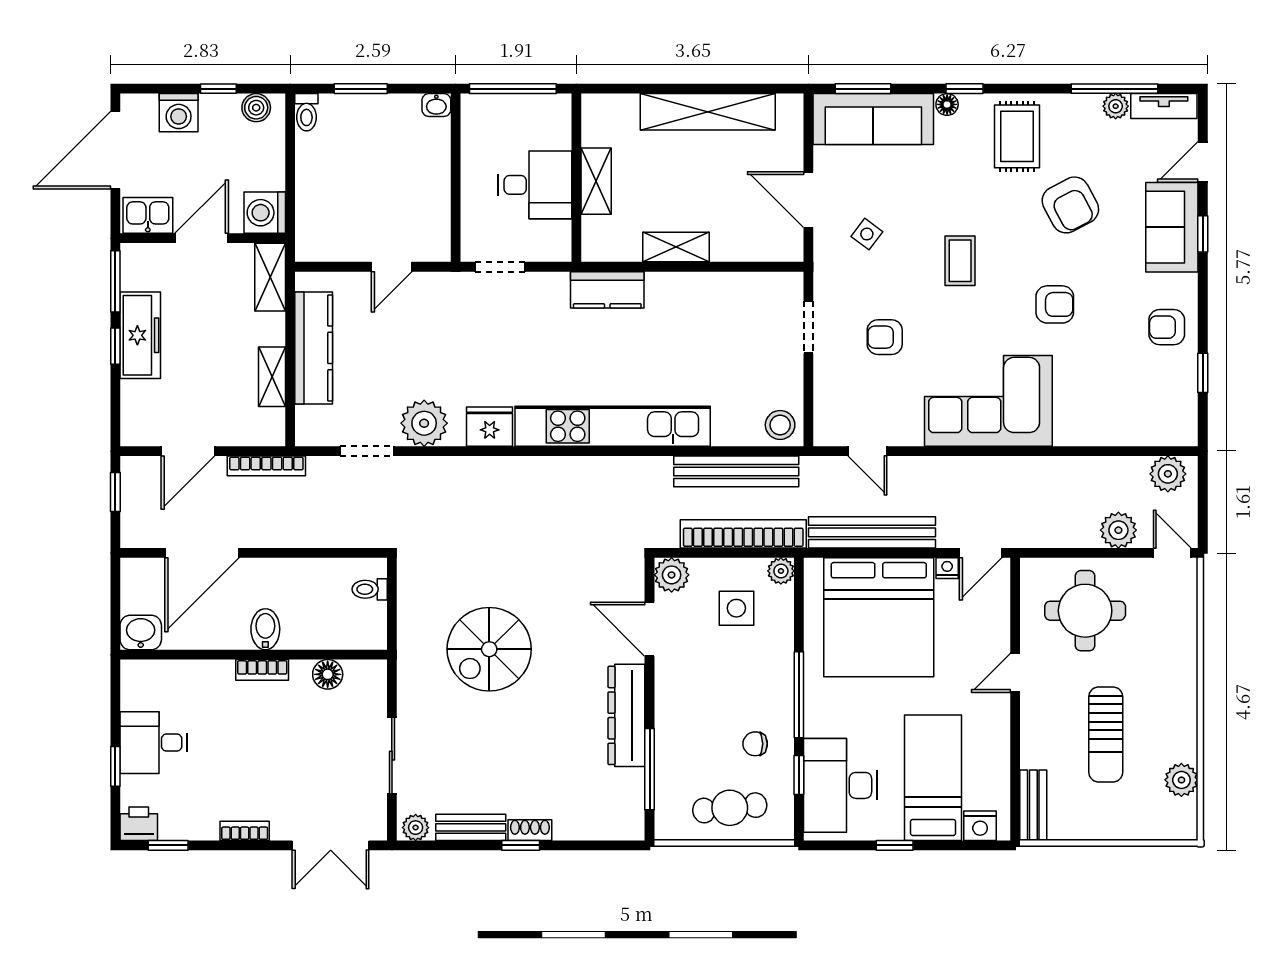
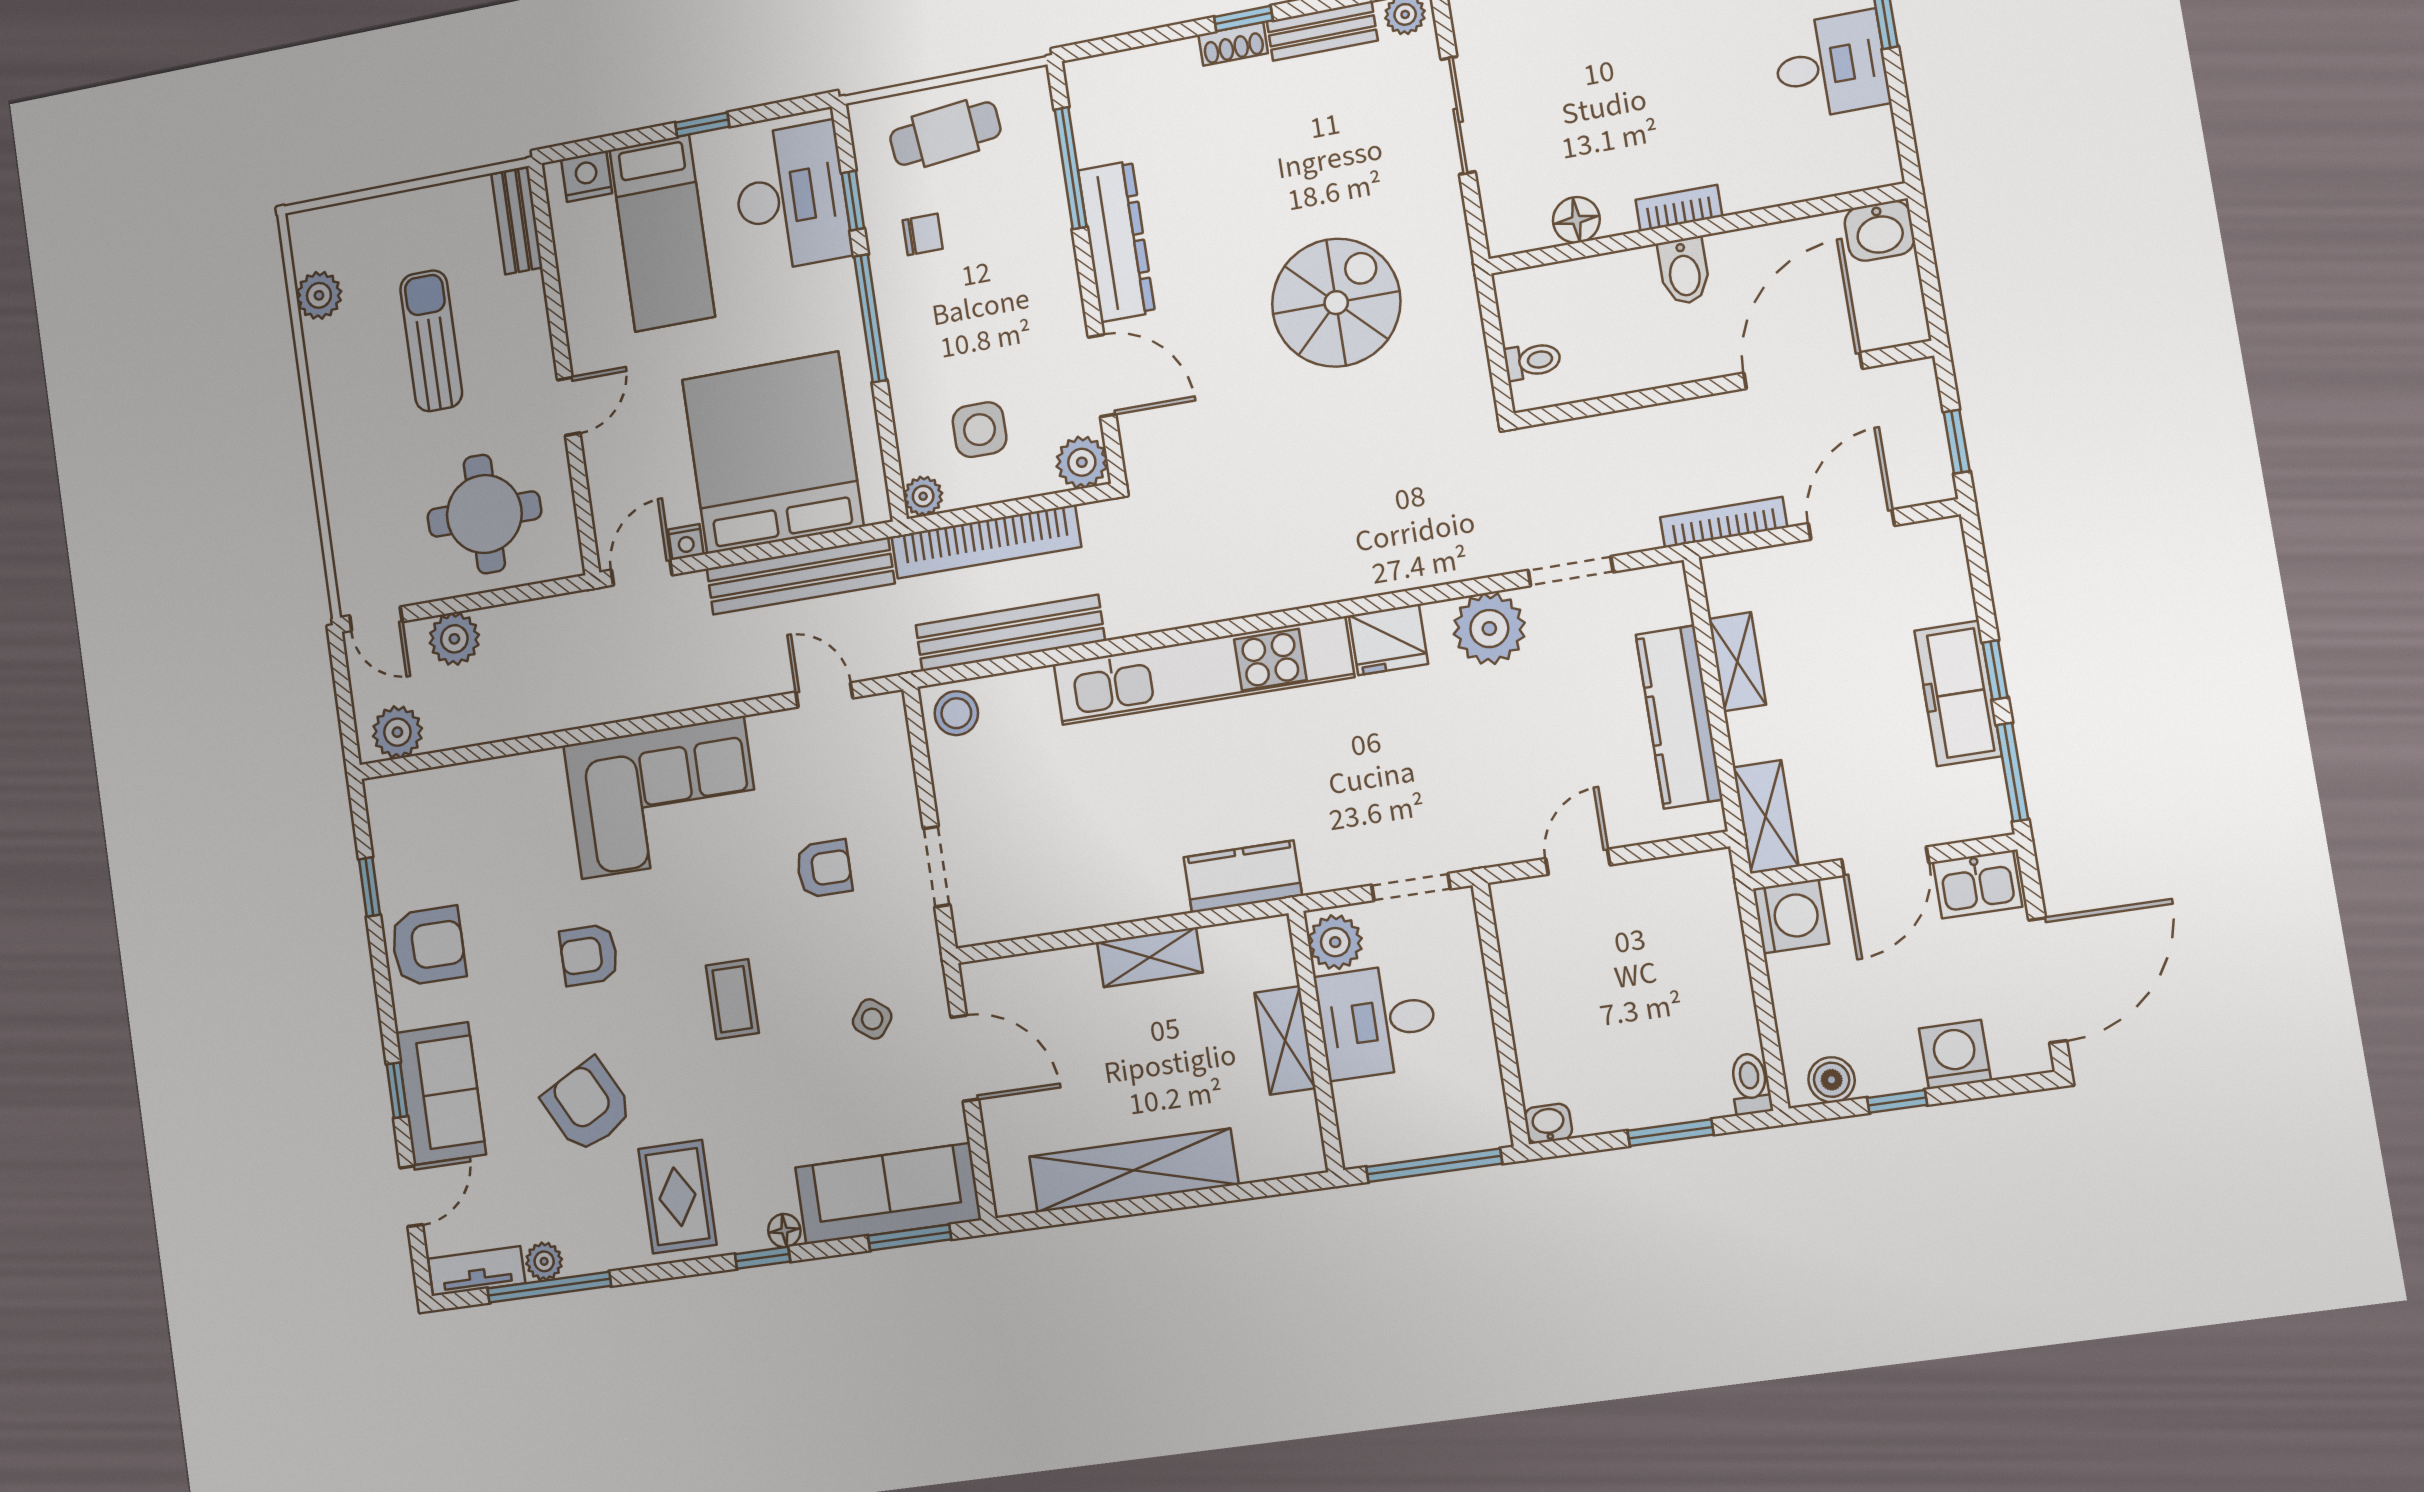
plant: (554, 239) -> (1335, 942), added
armchair: (1167, 327) -> (428, 946), width x1.38, depth x1.38

